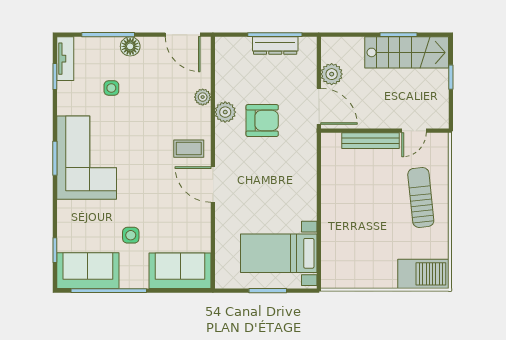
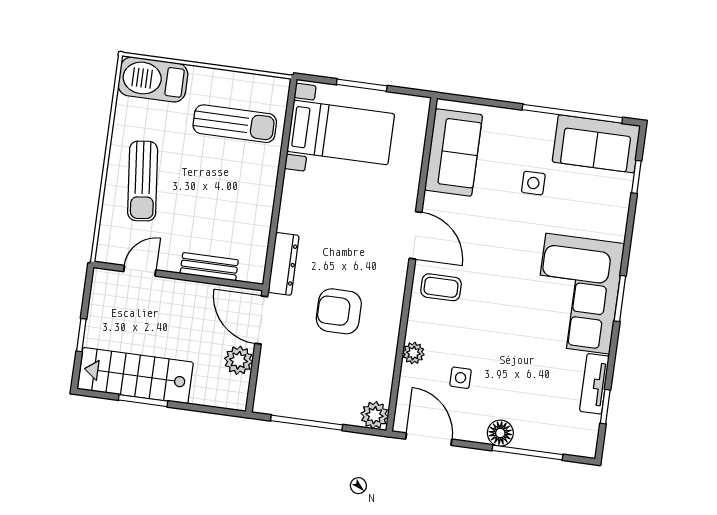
dresser: (275, 46) -> (283, 264), moved, turned 90
tv unit: (65, 59) -> (594, 384), moved
side table: (111, 88) -> (461, 378), moved
plant: (225, 112) -> (375, 415), moved
bench: (370, 141) -> (209, 267), width x0.73
sun lounger: (358, 249) -> (235, 124), added
sofa: (180, 271) -> (453, 152), moved, turned -90

